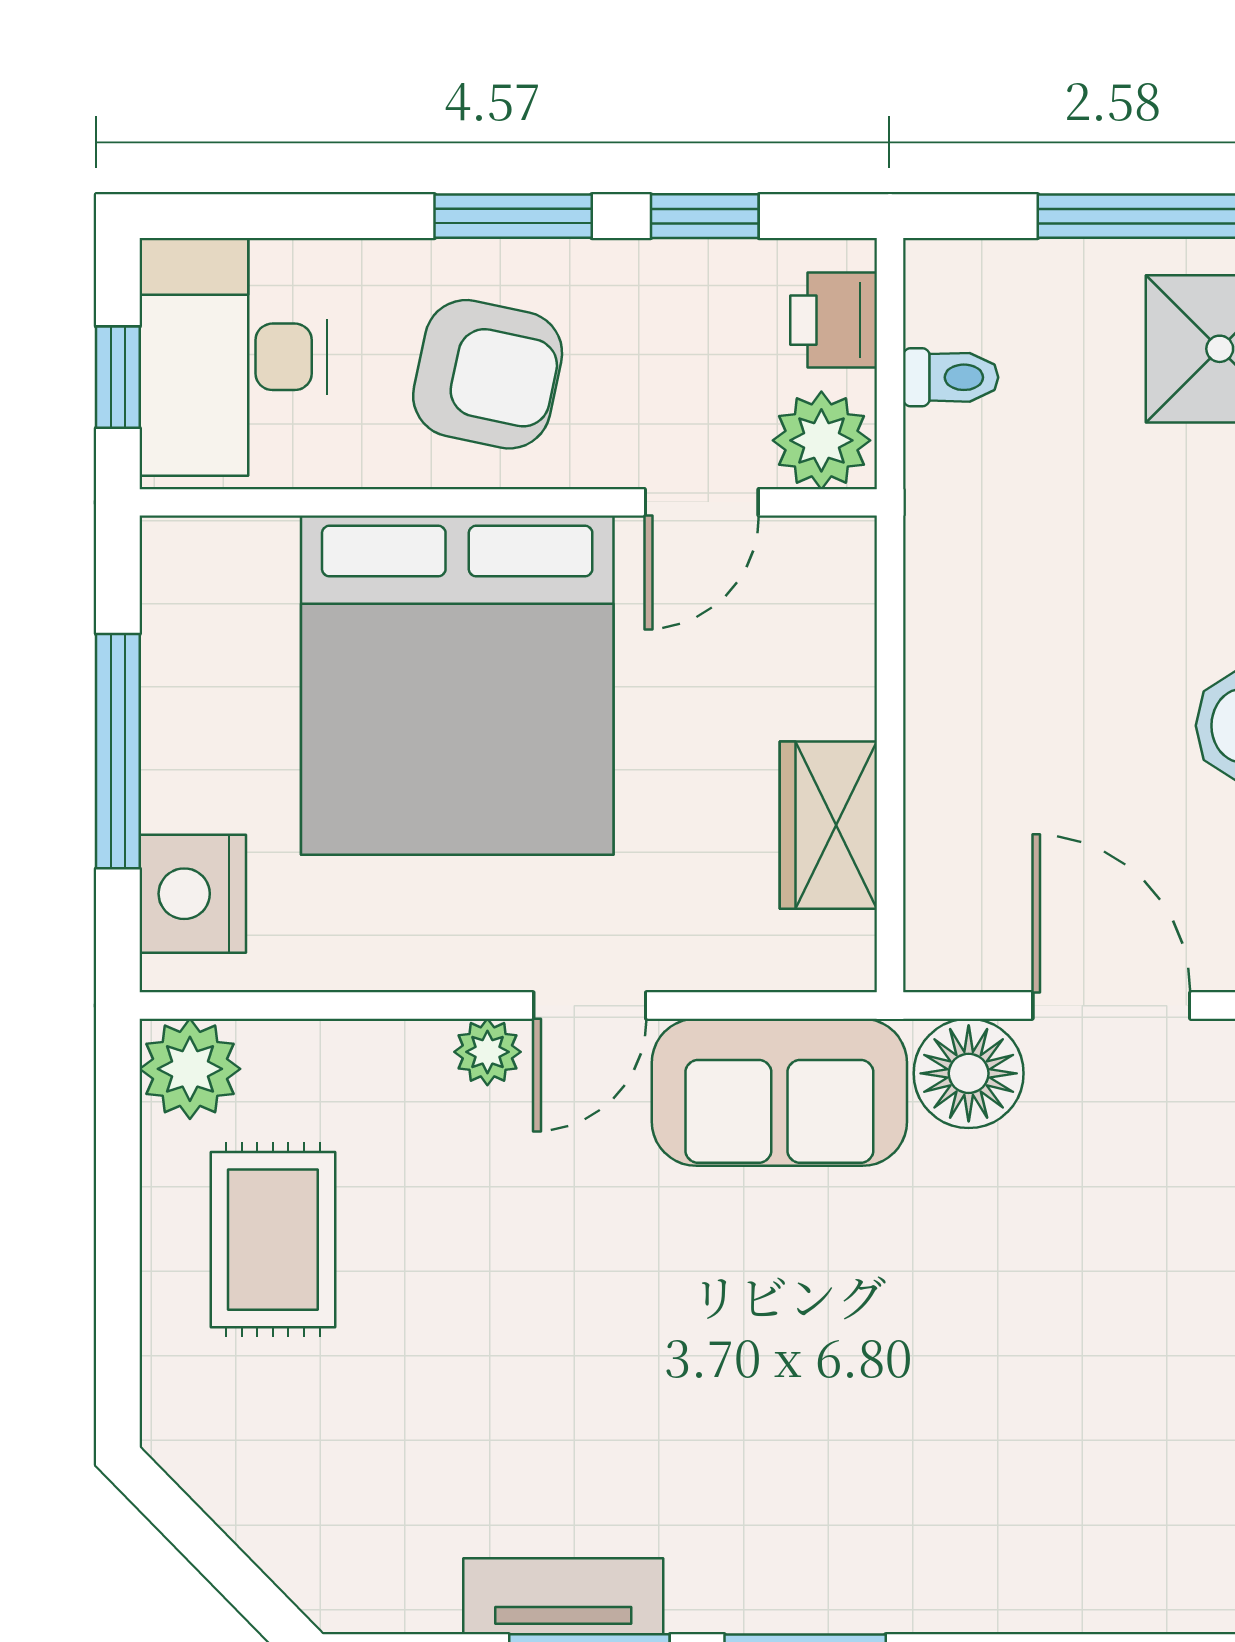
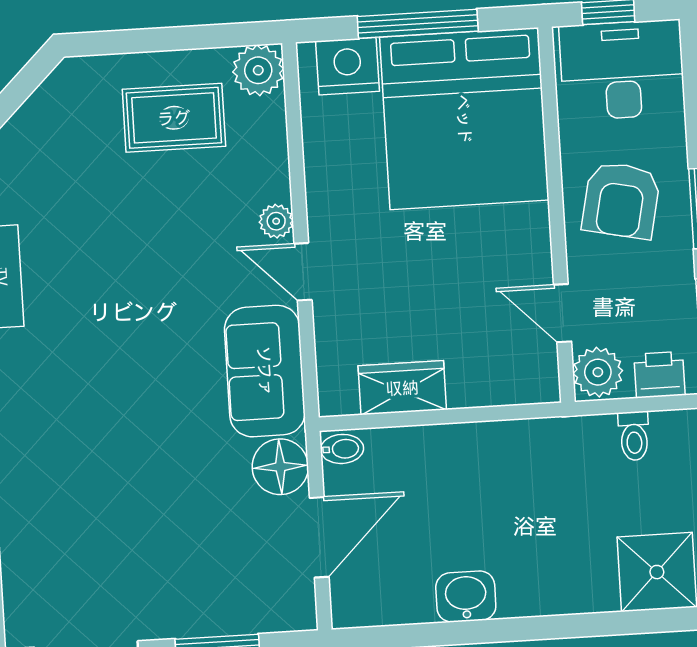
bed: (457, 685) -> (464, 119), moved, turned -90
bidet: (941, 950) -> (342, 449), added

